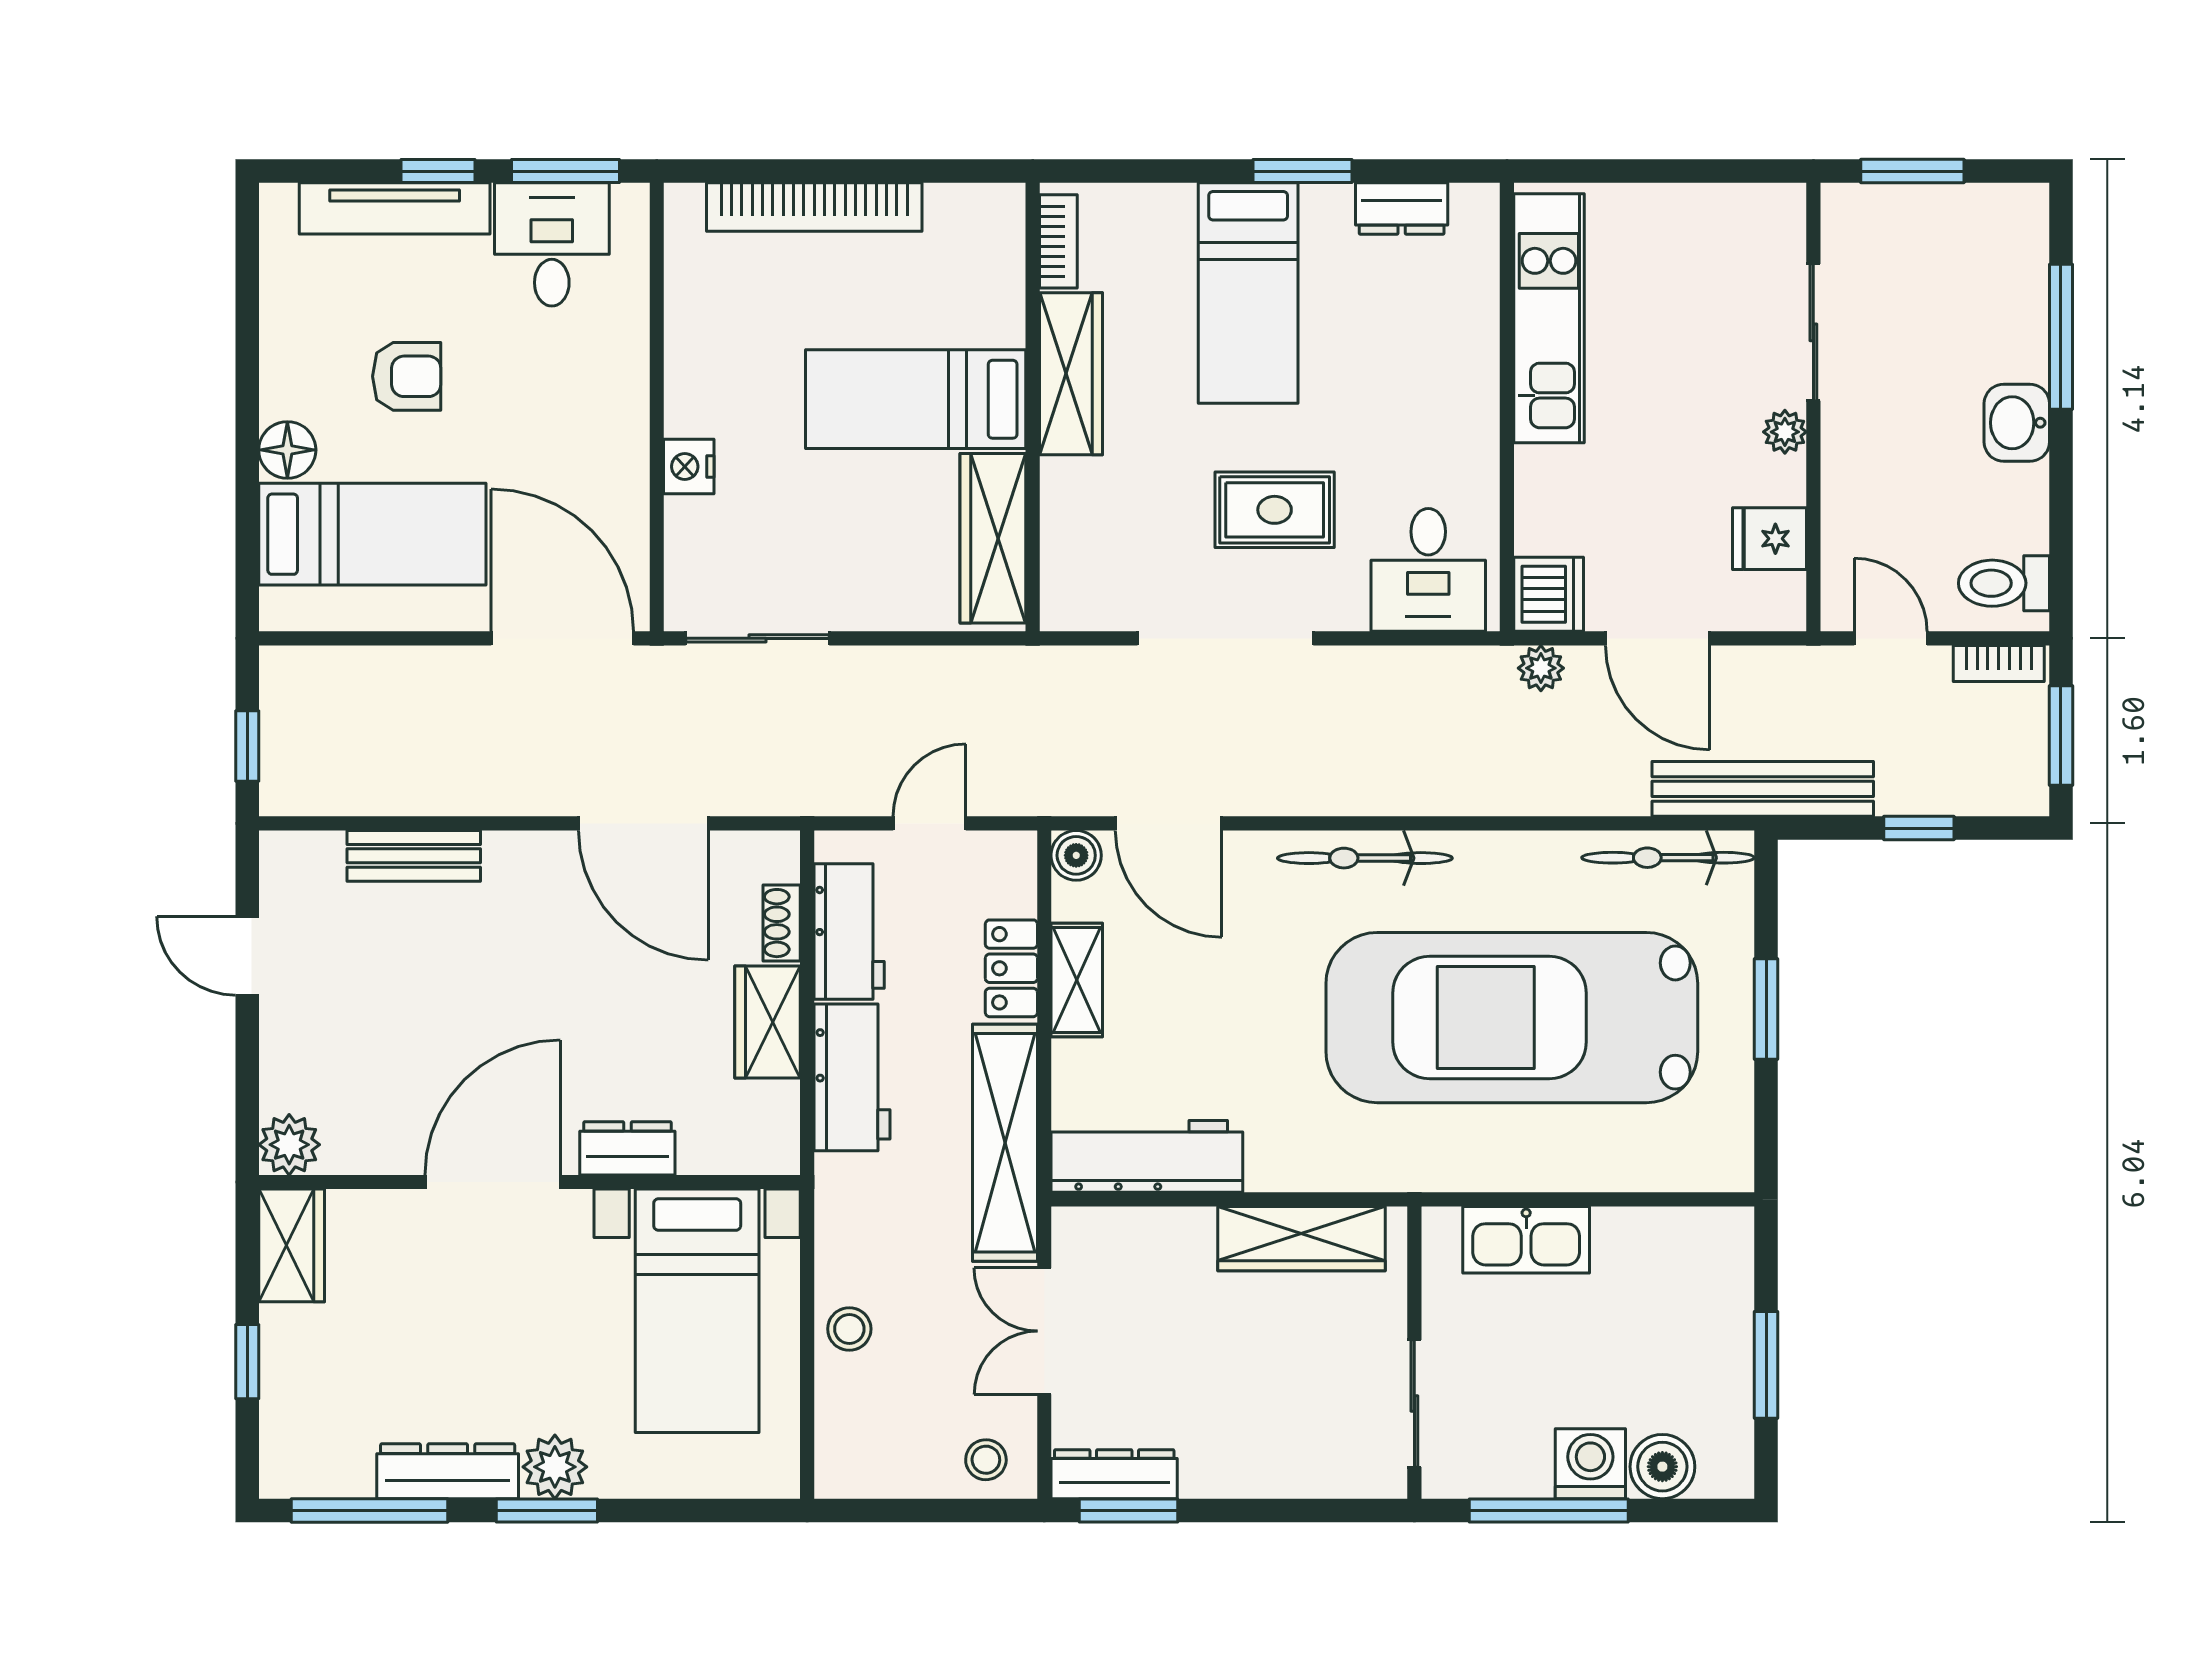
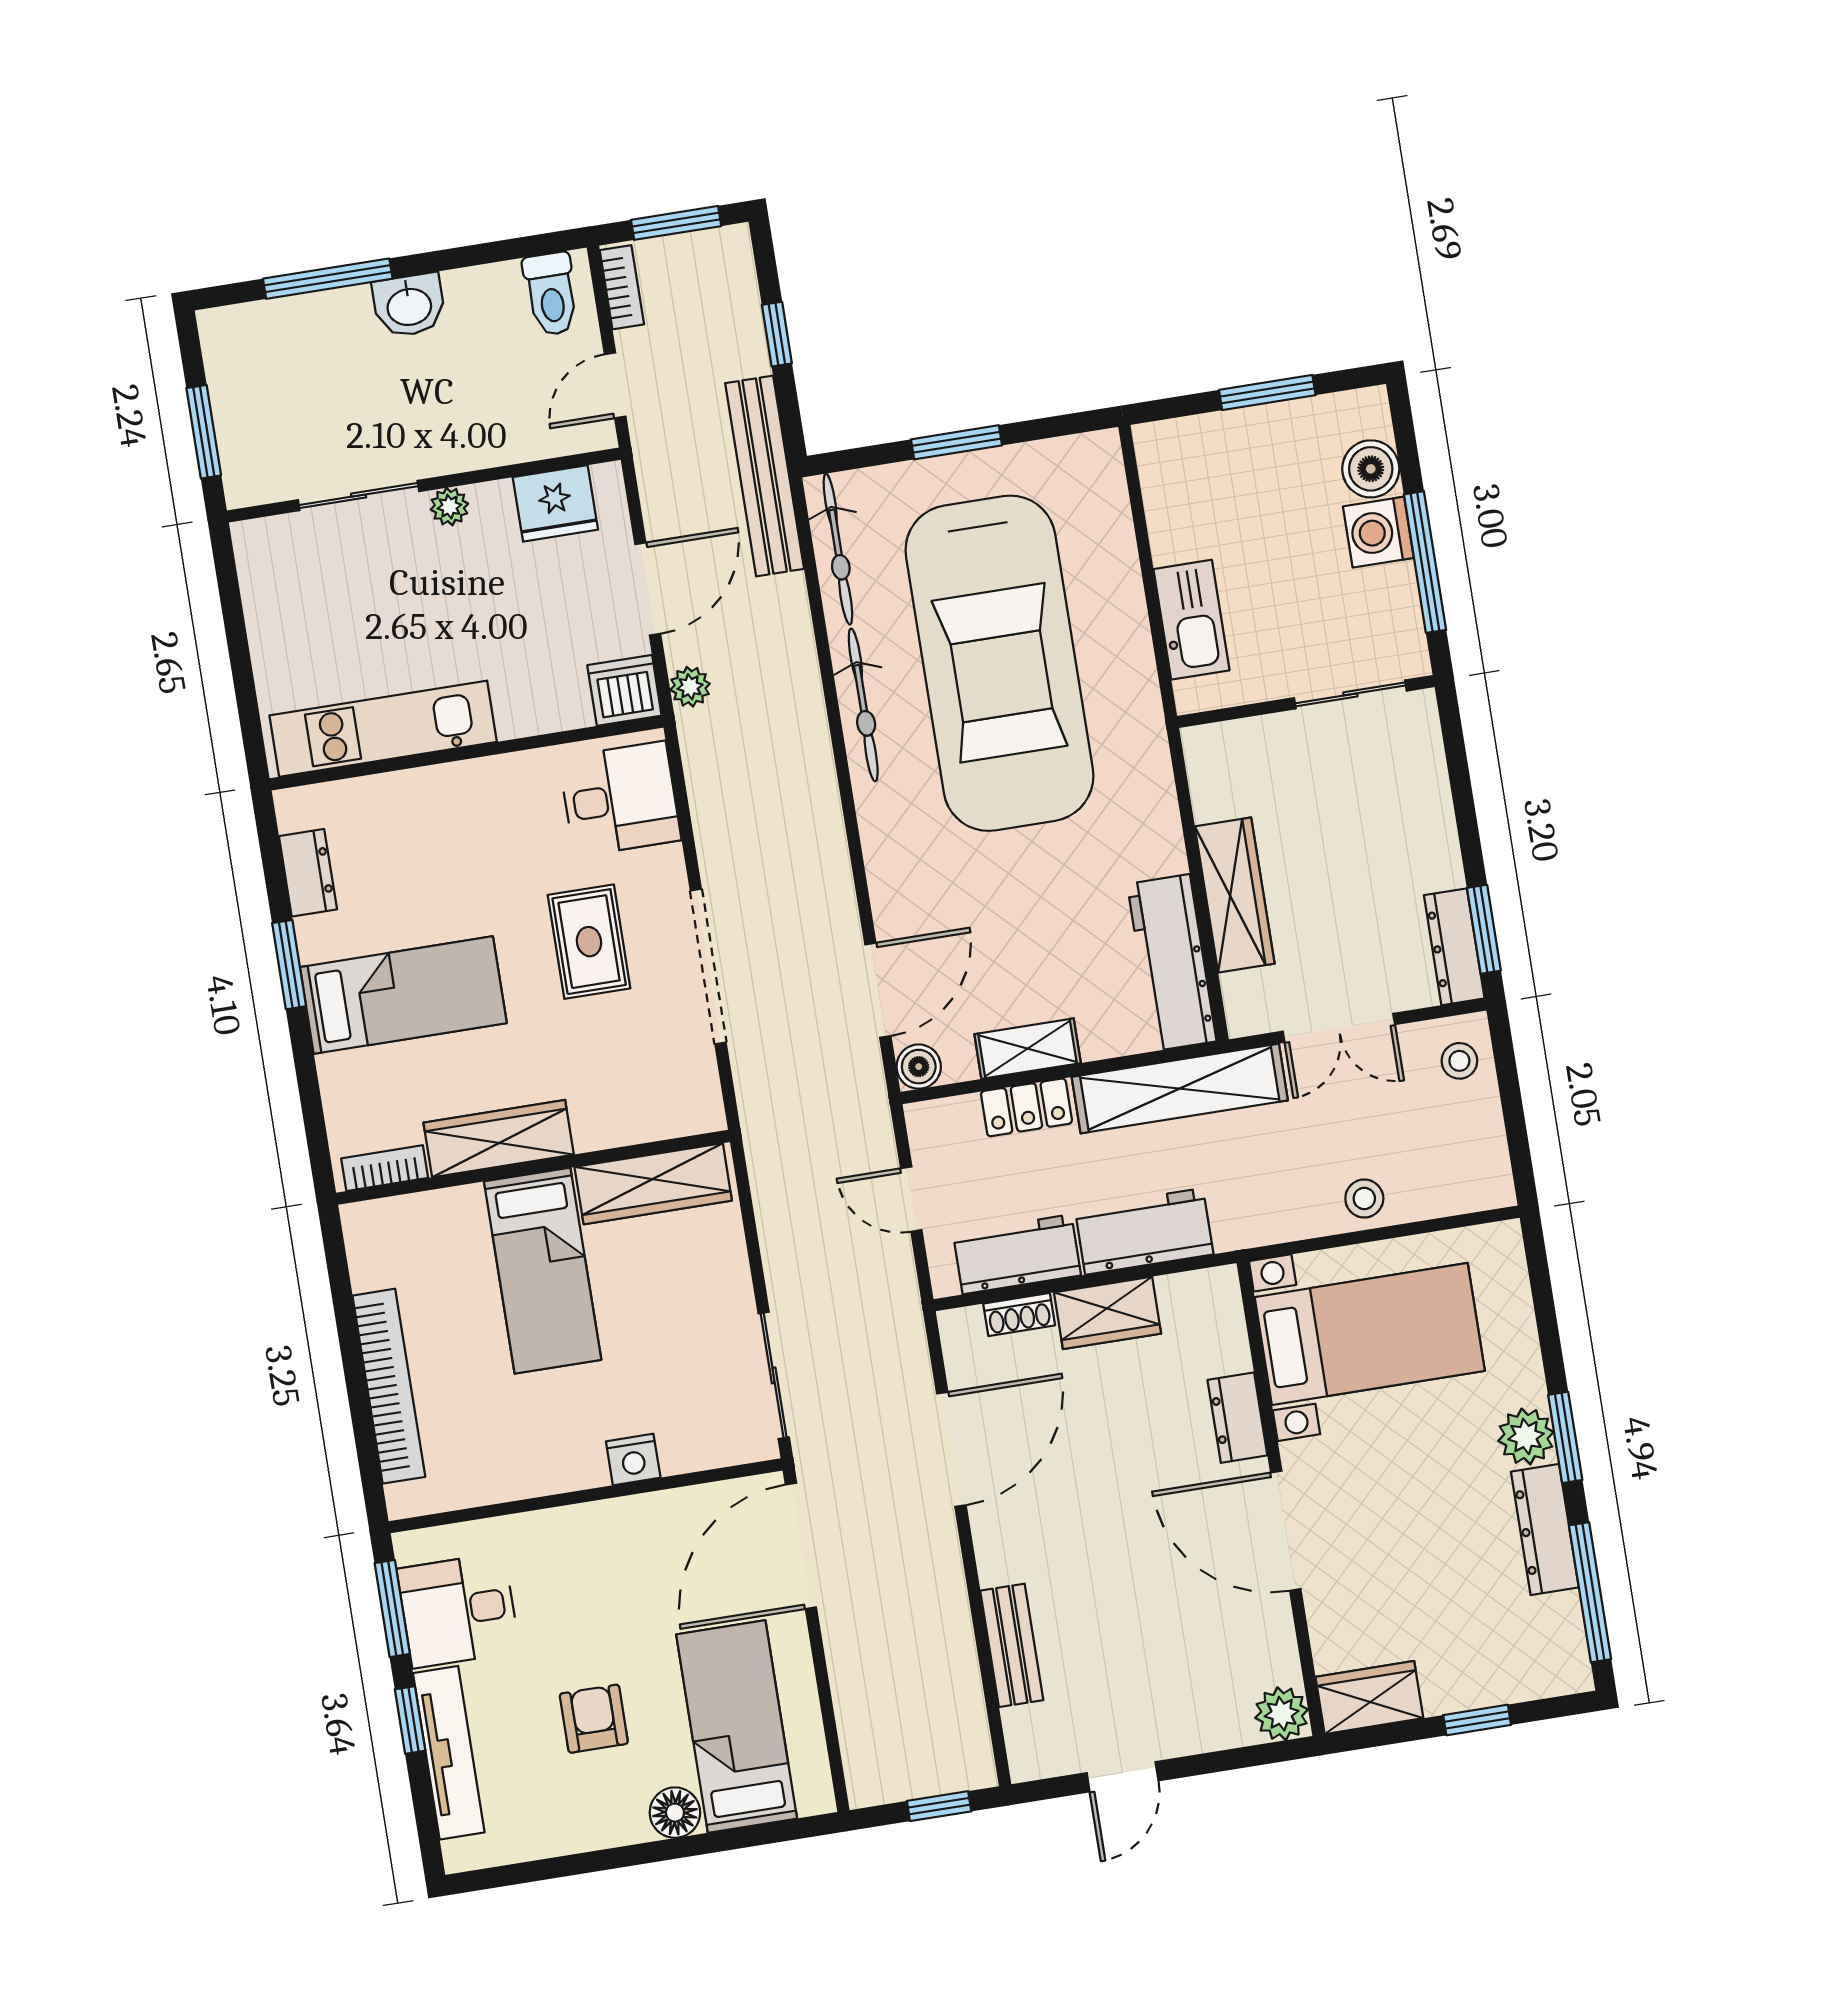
fridge: (1770, 539) -> (555, 503), width x1.38
bicycle: (1365, 858) -> (863, 705), moved
wardrobe: (1302, 1239) -> (1235, 895), moved

